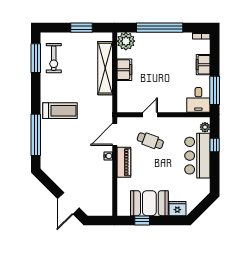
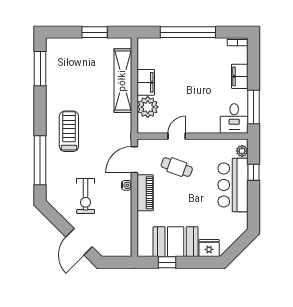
plant: (126, 41) -> (148, 107), moved
exercise bike: (54, 58) -> (86, 196), moved
treadmill: (60, 111) -> (69, 131), turned -90

